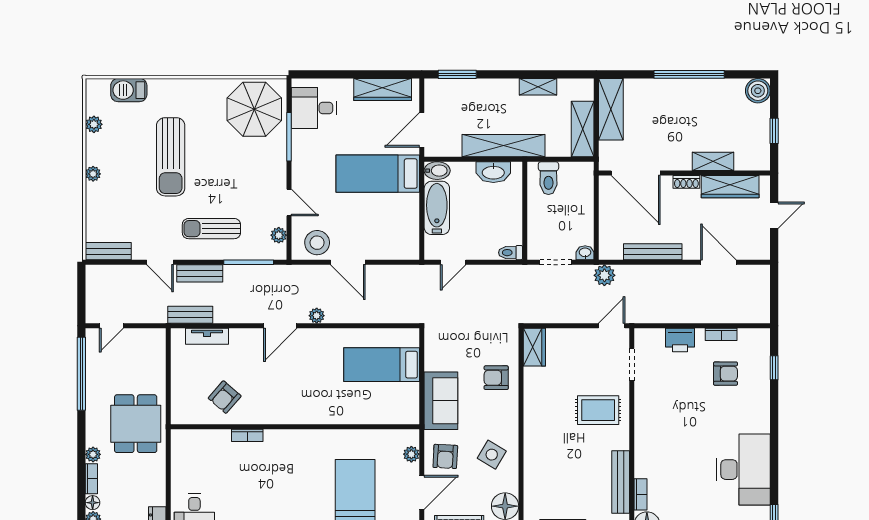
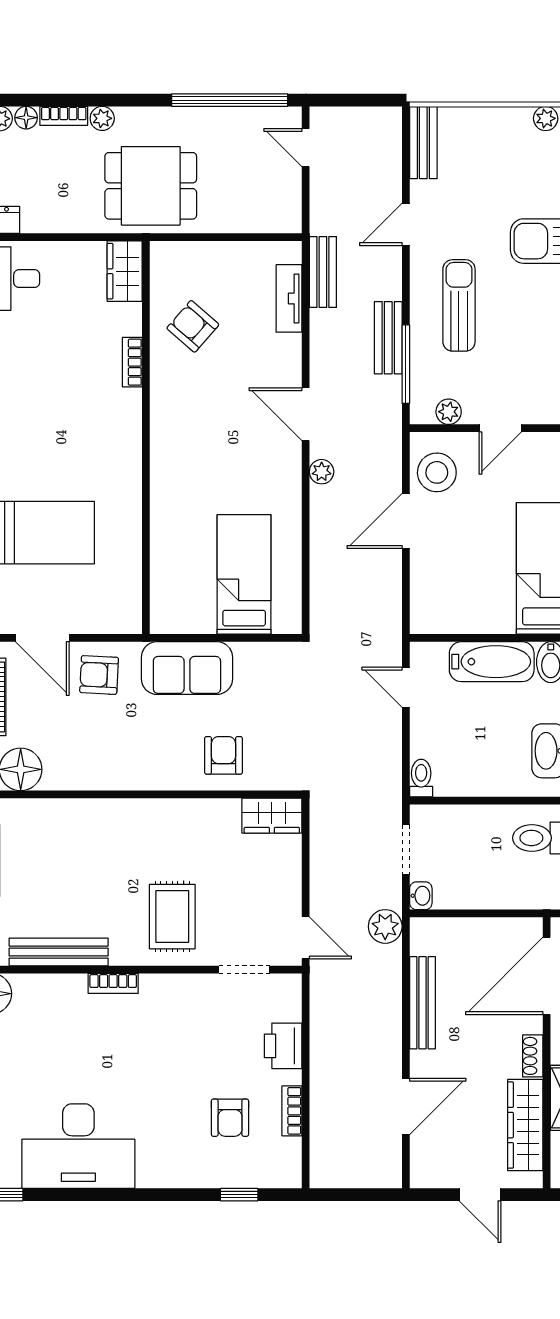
bench: (200, 273) -> (388, 338), moved
wardrobe: (190, 440) -> (125, 271), added
plant: (411, 454) -> (103, 621), removed
side table: (492, 455) -> (102, 748), removed
bookcase: (641, 494) -> (113, 983), moved

